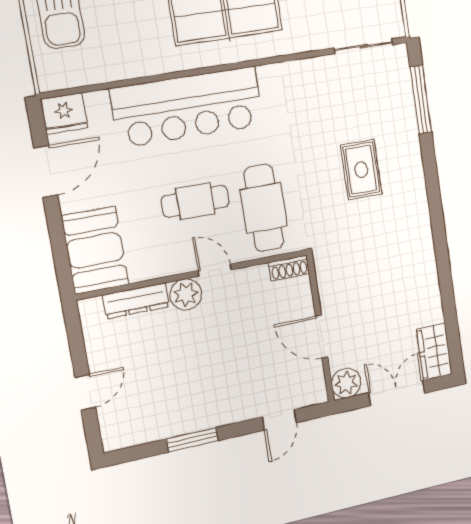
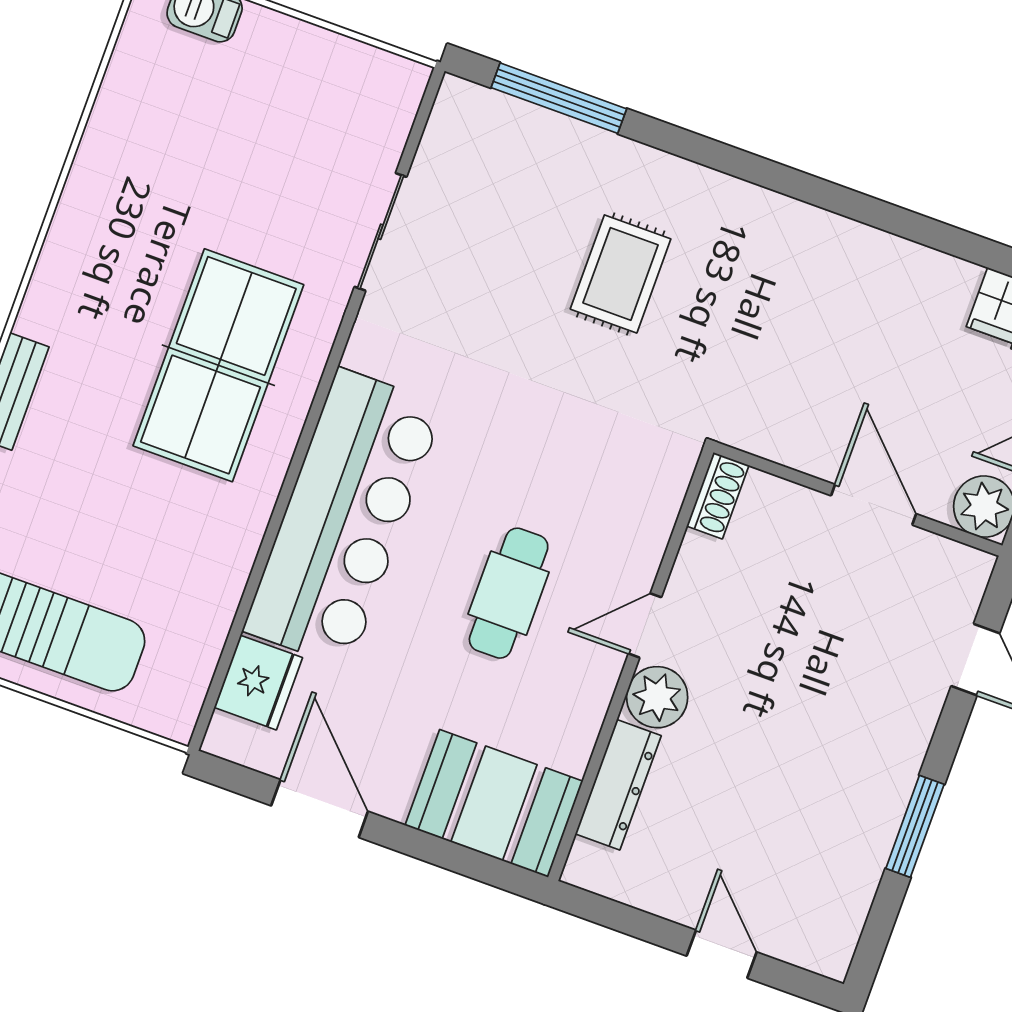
sliding door: (363, 46) -> (381, 232), moved
fridge: (64, 113) -> (258, 683), moved
rug: (361, 170) -> (621, 274), turned 90
cafe table: (264, 208) -> (588, 482), removed
door: (322, 337) -> (874, 505), swing flipped

